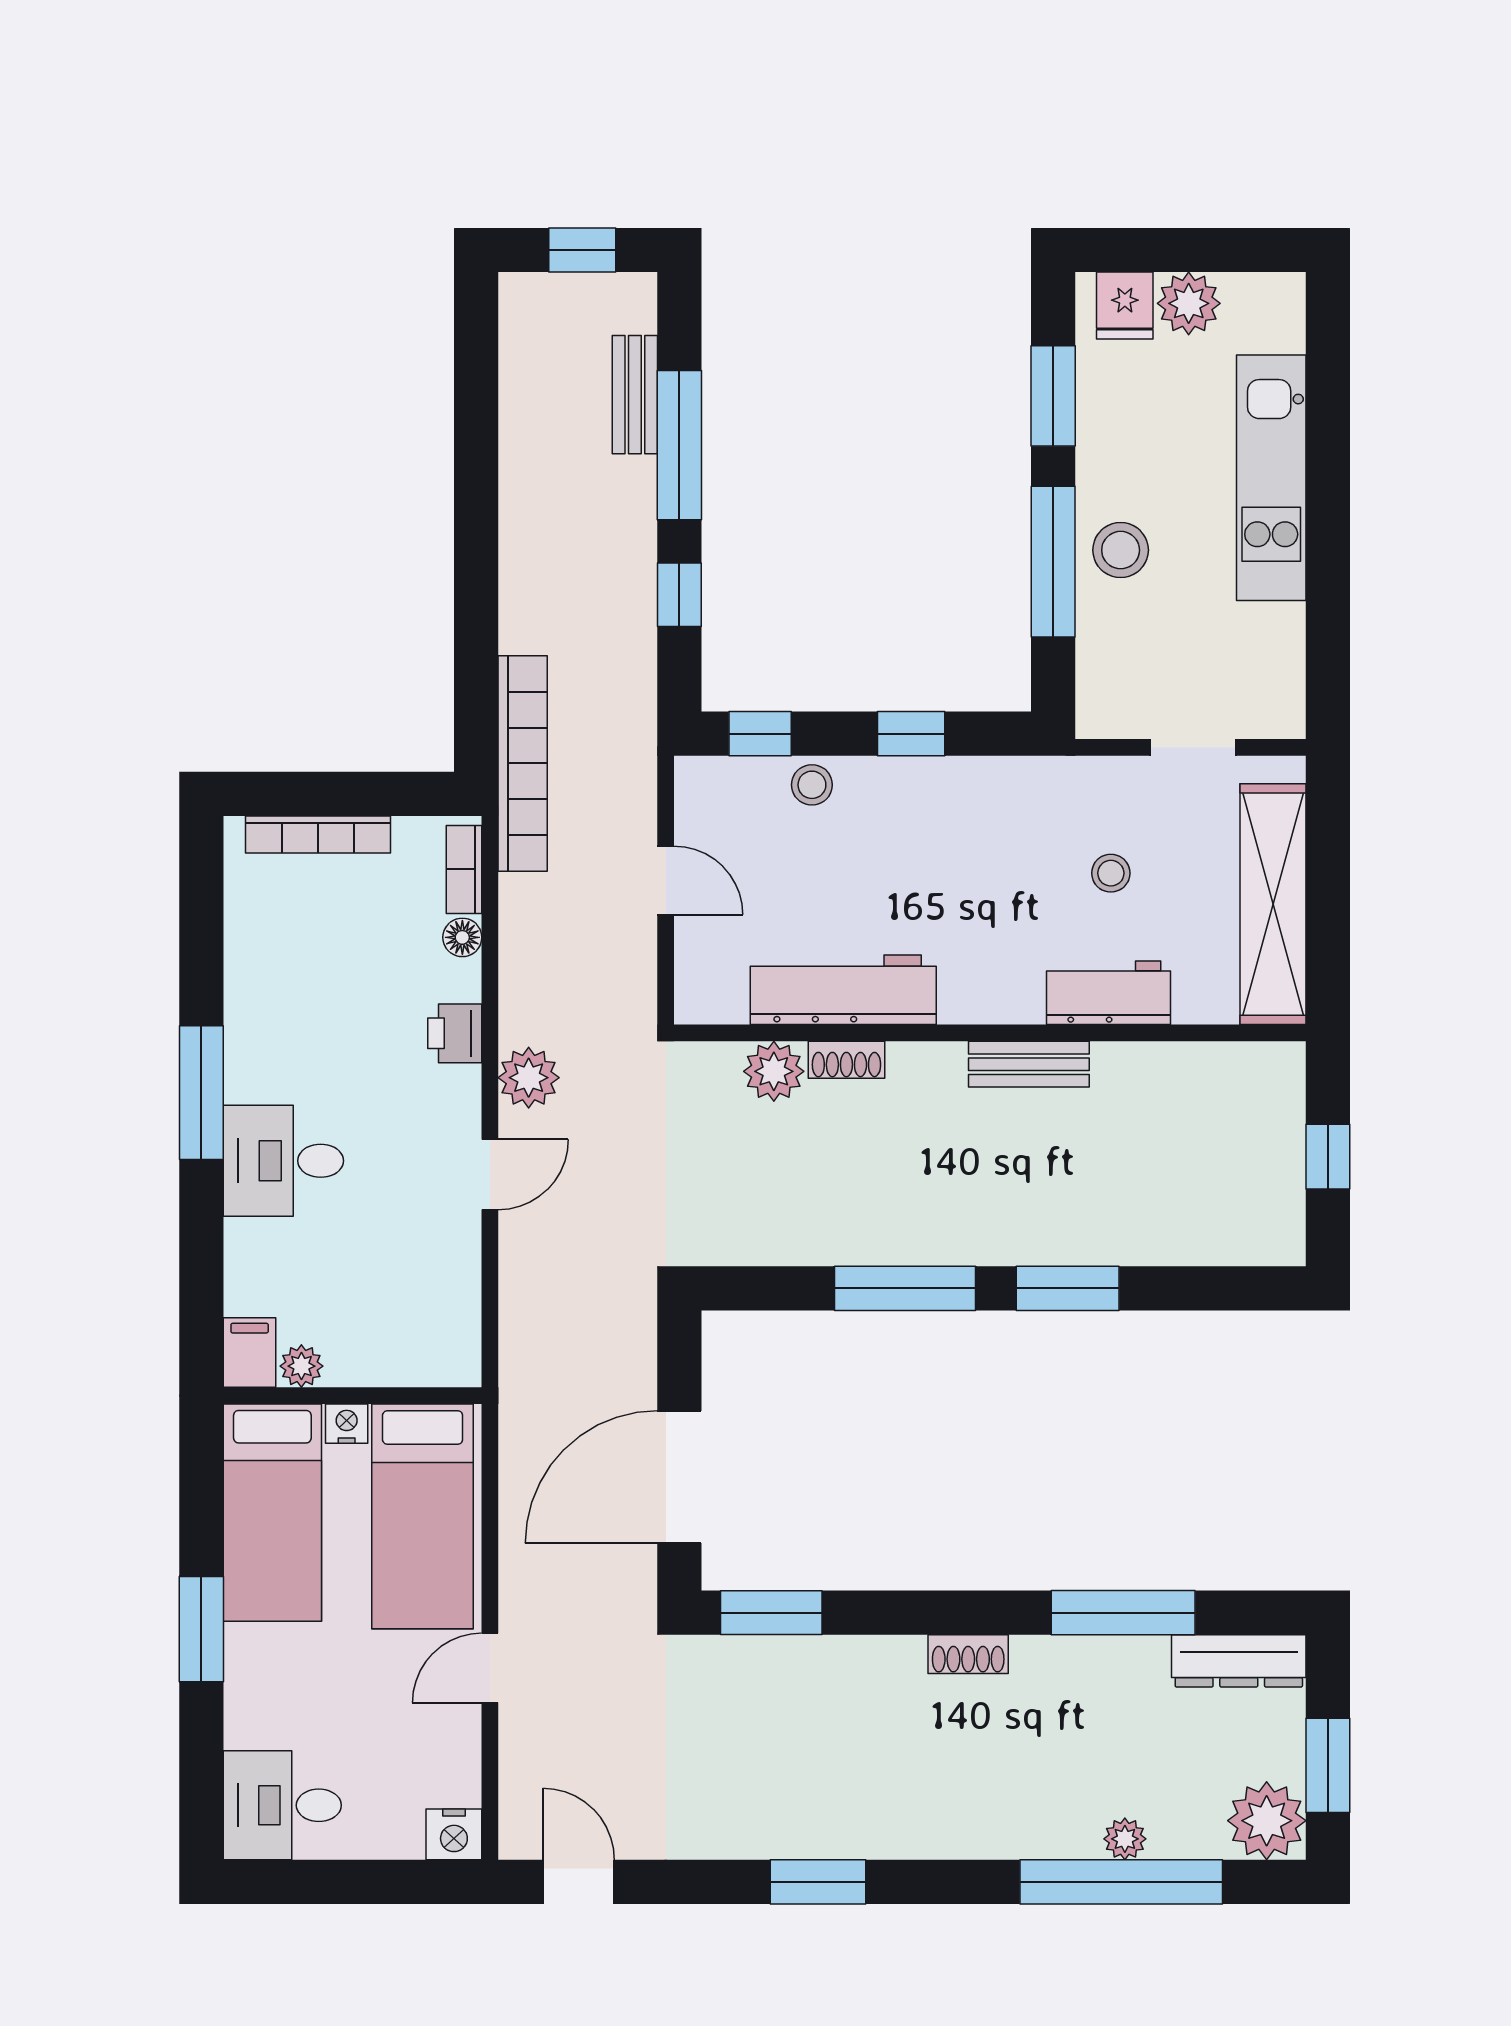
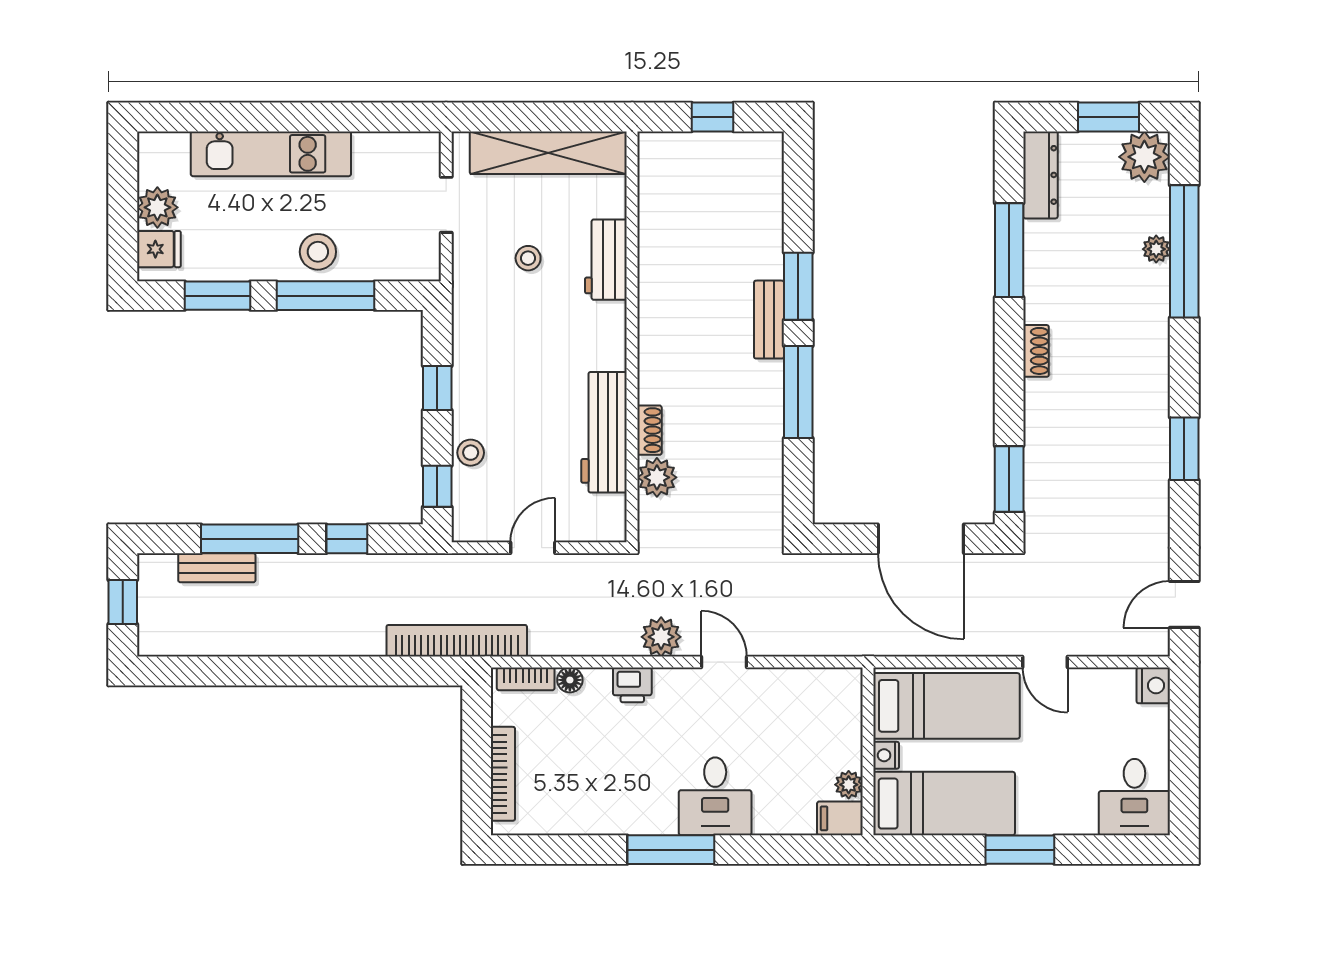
bench: (1029, 1064) -> (769, 320), moved

